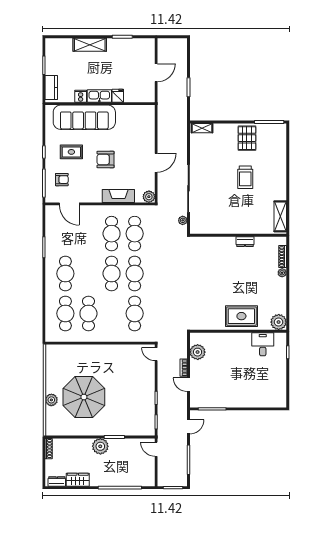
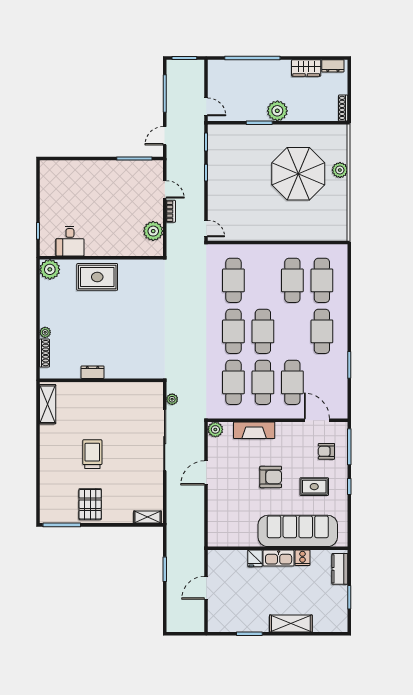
cafe table: (88, 234) -> (292, 382), added

